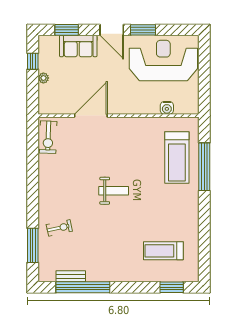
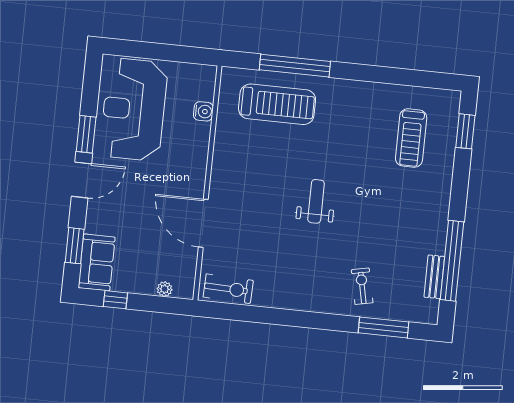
sofa: (78, 46) -> (97, 262), moved
plant: (43, 78) -> (165, 289), moved

